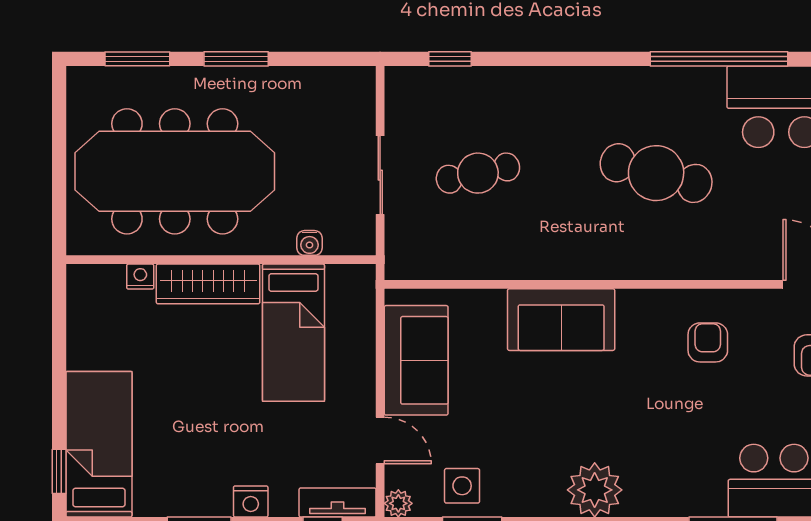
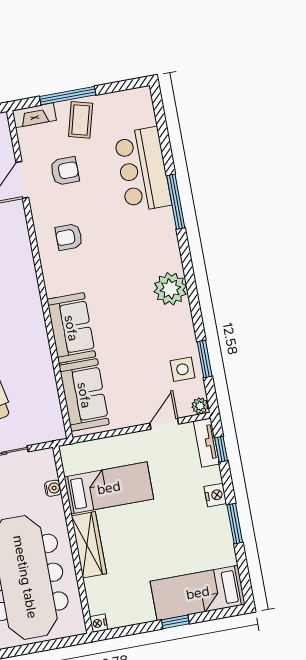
nightstand: (140, 277) -> (99, 623), moved
sofa: (416, 360) -> (84, 395), moved, turned 90
window: (59, 471) -> (175, 622), moved

